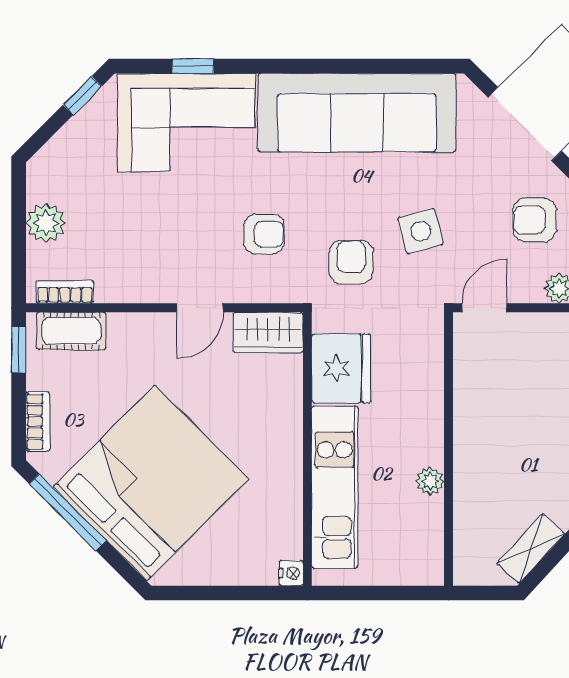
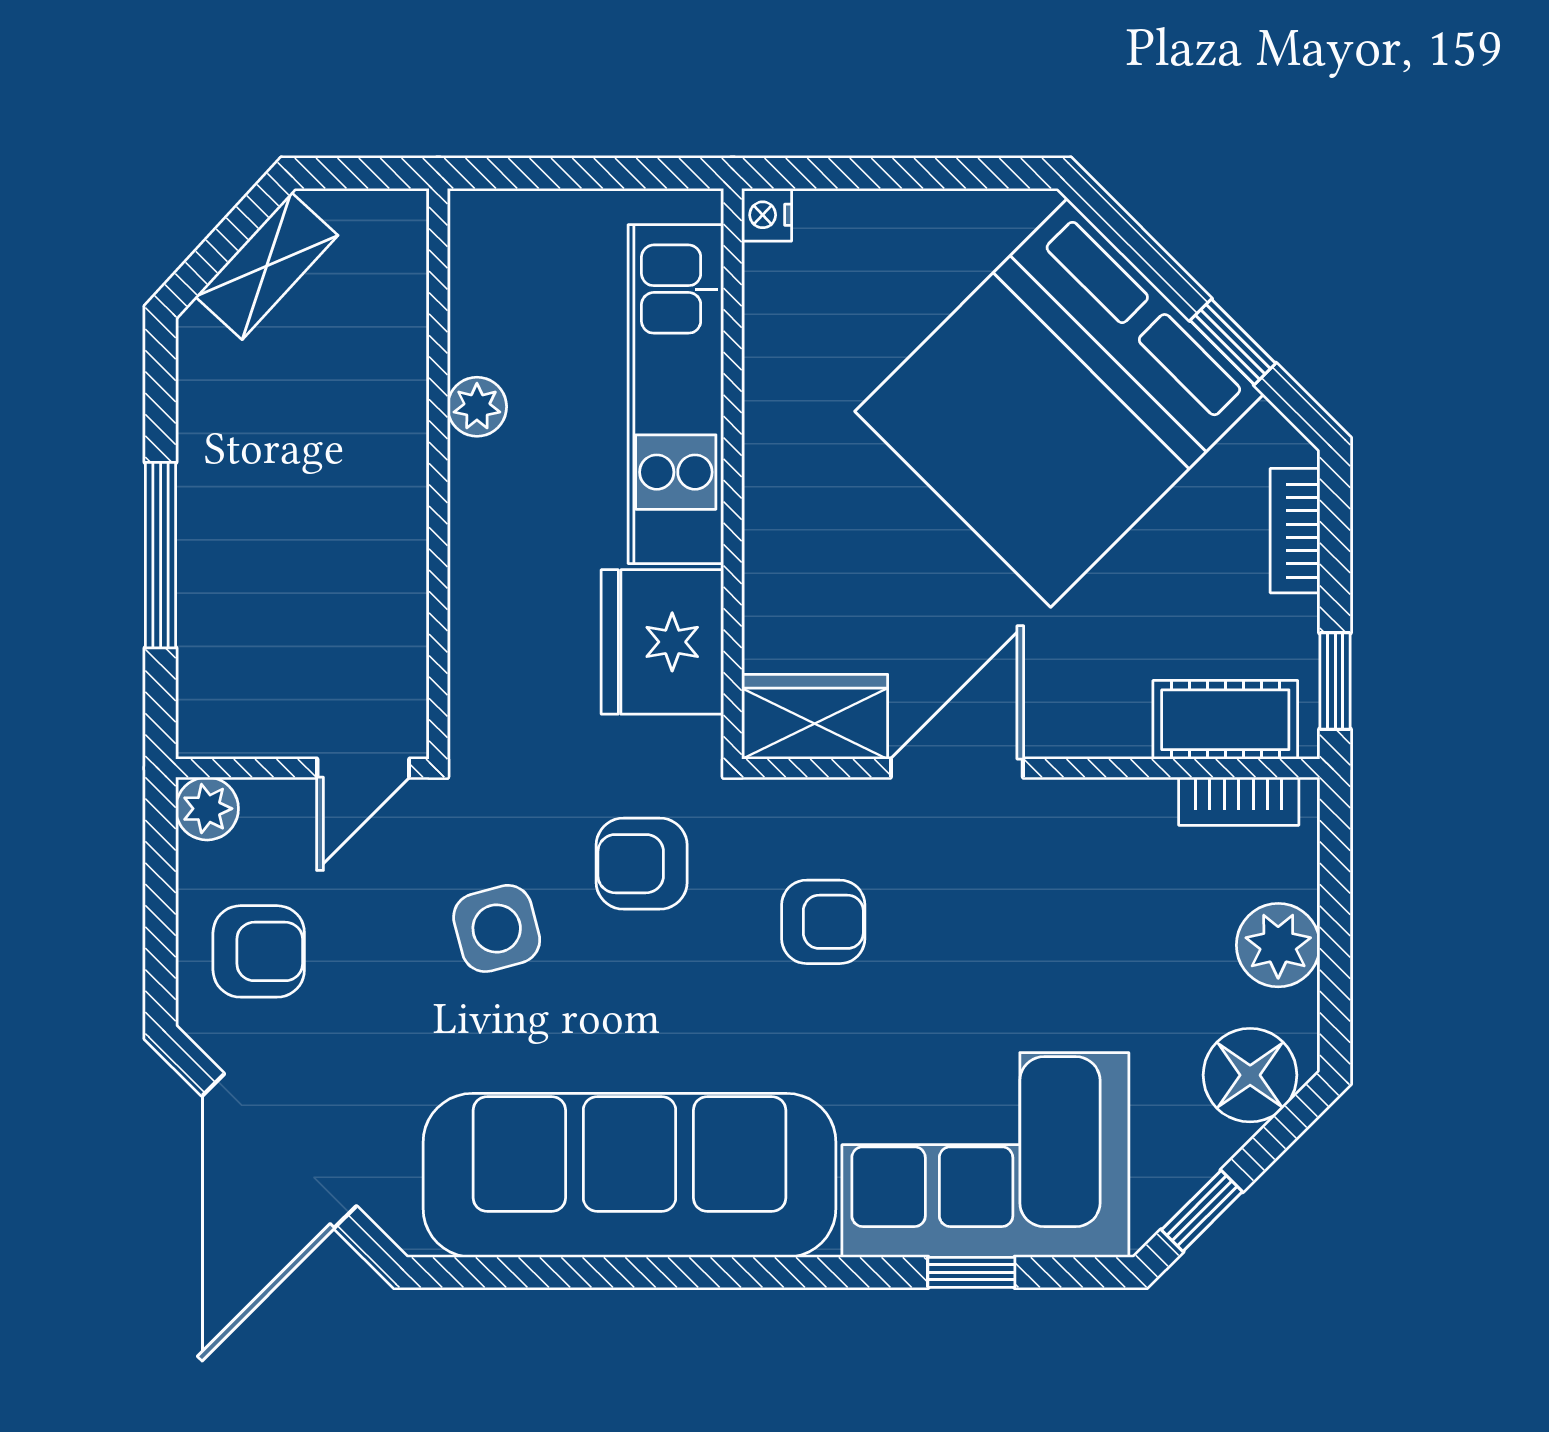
floor lamp: (59, 161) -> (1250, 1075), added
armchair: (264, 234) -> (823, 922), turned 180
armchair: (351, 262) -> (642, 864), turned 90
door: (200, 308) -> (957, 768), width x1.37
window: (68, 512) -> (1233, 342), width x0.46

